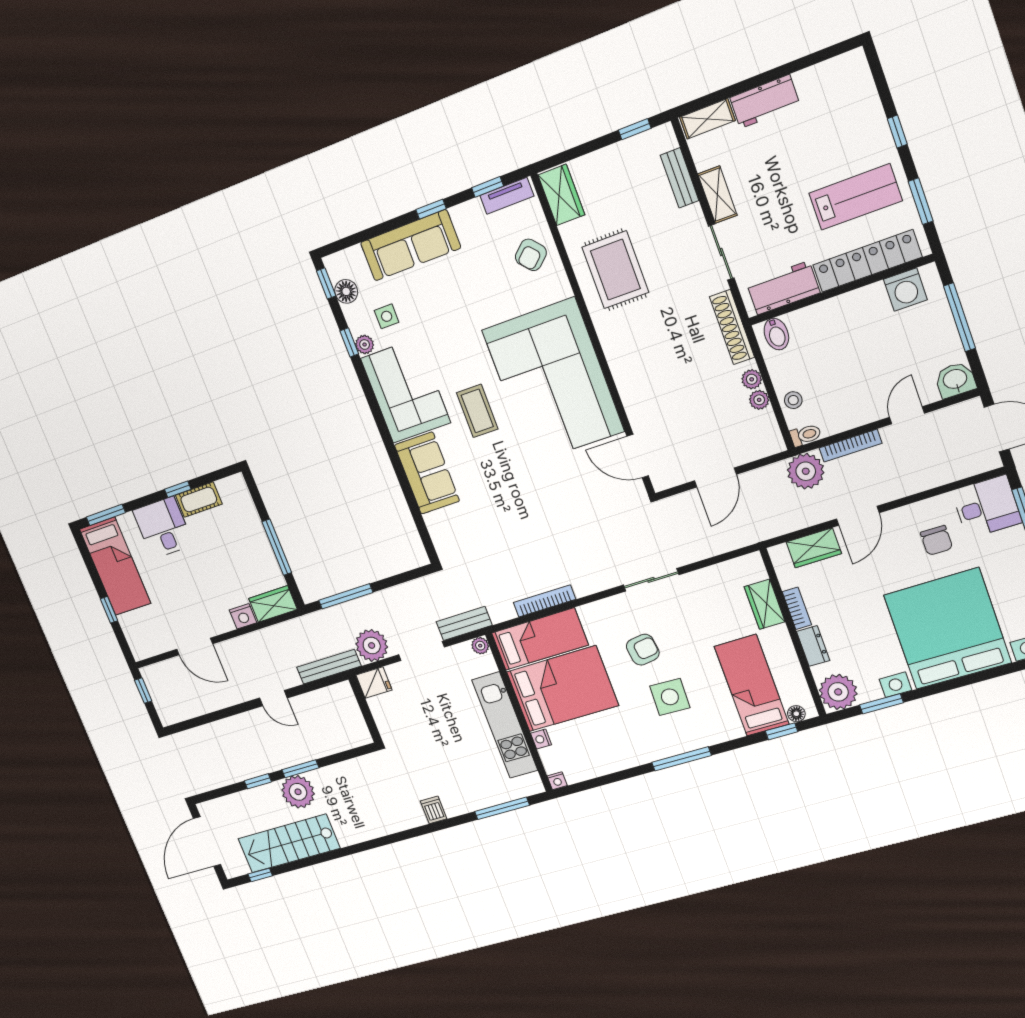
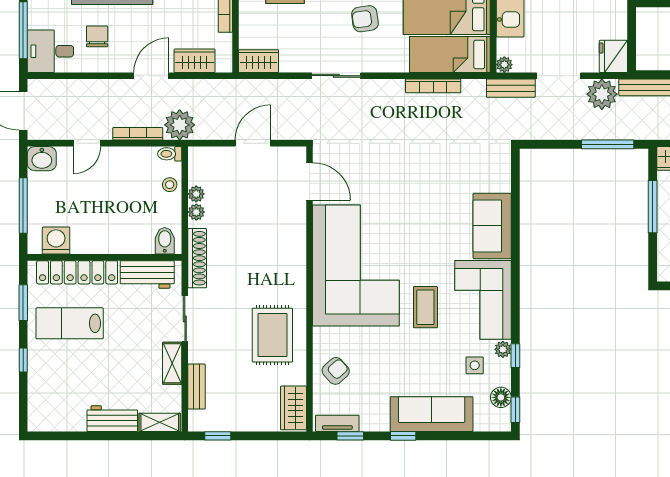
coffee table: (477, 411) -> (425, 307), moved
wardrobe: (765, 604) -> (259, 61), moved, turned -90
fridge: (374, 682) -> (613, 56), width x1.38

